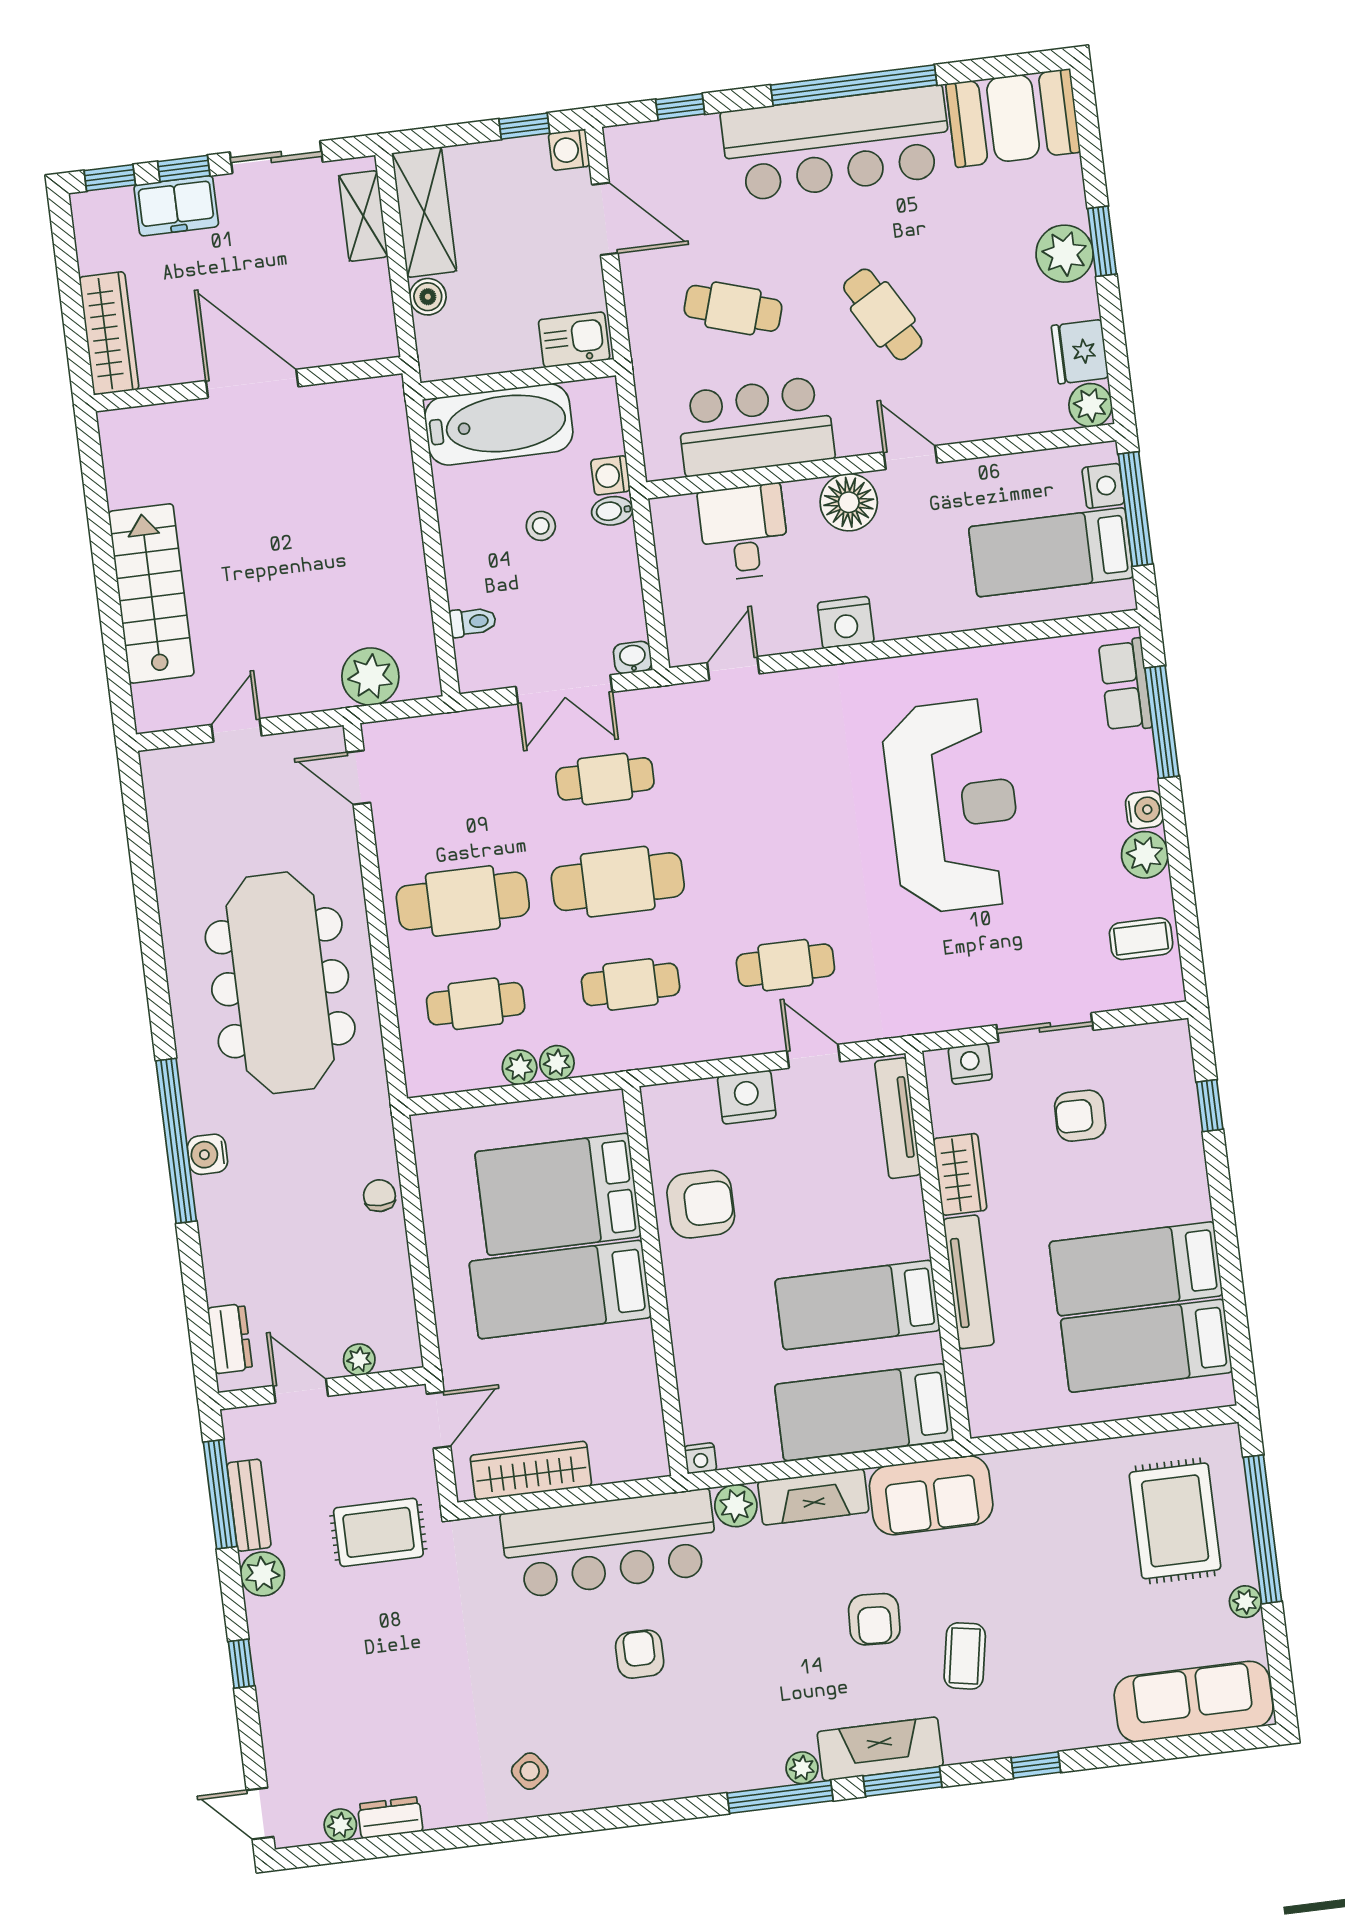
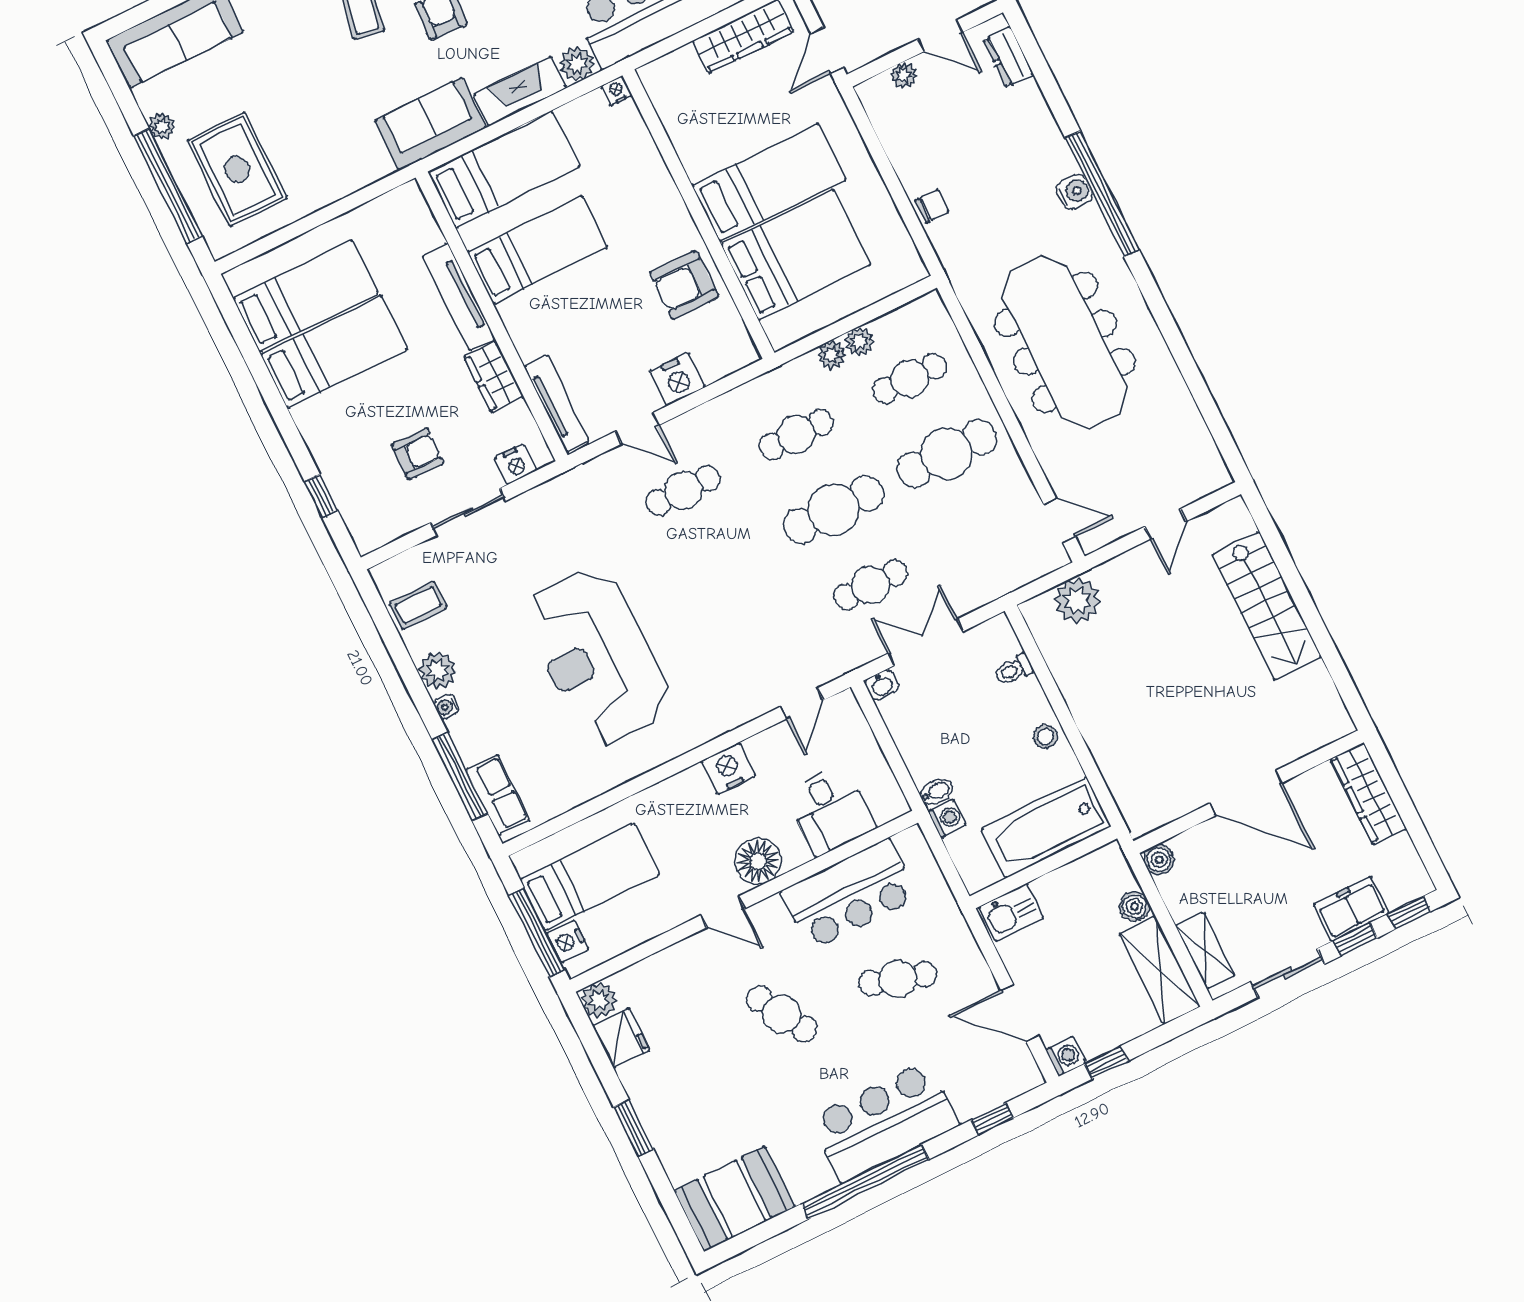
bar counter: (836, 144) -> (884, 1122), width x0.73
plant: (1065, 254) -> (659, 1109), removed
boiler: (380, 341) -> (1159, 860), added
stool: (541, 526) -> (1045, 737), moved
water cooler: (1144, 810) -> (446, 707), width x0.72, depth x0.72
chair: (379, 1196) -> (932, 206), turned -90

